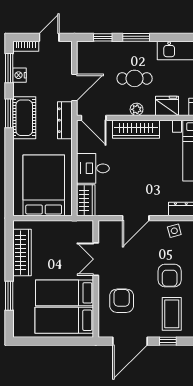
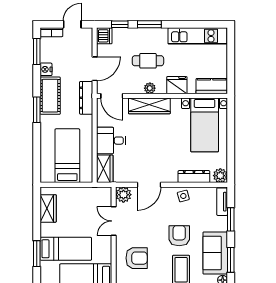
dishwasher: (85, 50) -> (104, 36), added
nightstand: (20, 75) -> (46, 69), moved
window: (9, 113) -> (37, 110), moved
bed: (44, 185) -> (67, 156), width x0.67
plant: (107, 229) -> (123, 195), added
wardrobe: (22, 253) -> (48, 208), width x0.67
armchair: (170, 275) -> (179, 236), turned 180
bed: (65, 293) -> (66, 249), moved, turned 180
armchair: (122, 301) -> (137, 258), turned 90

